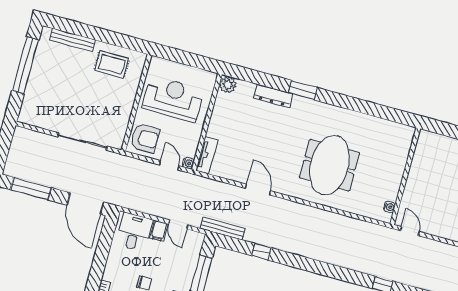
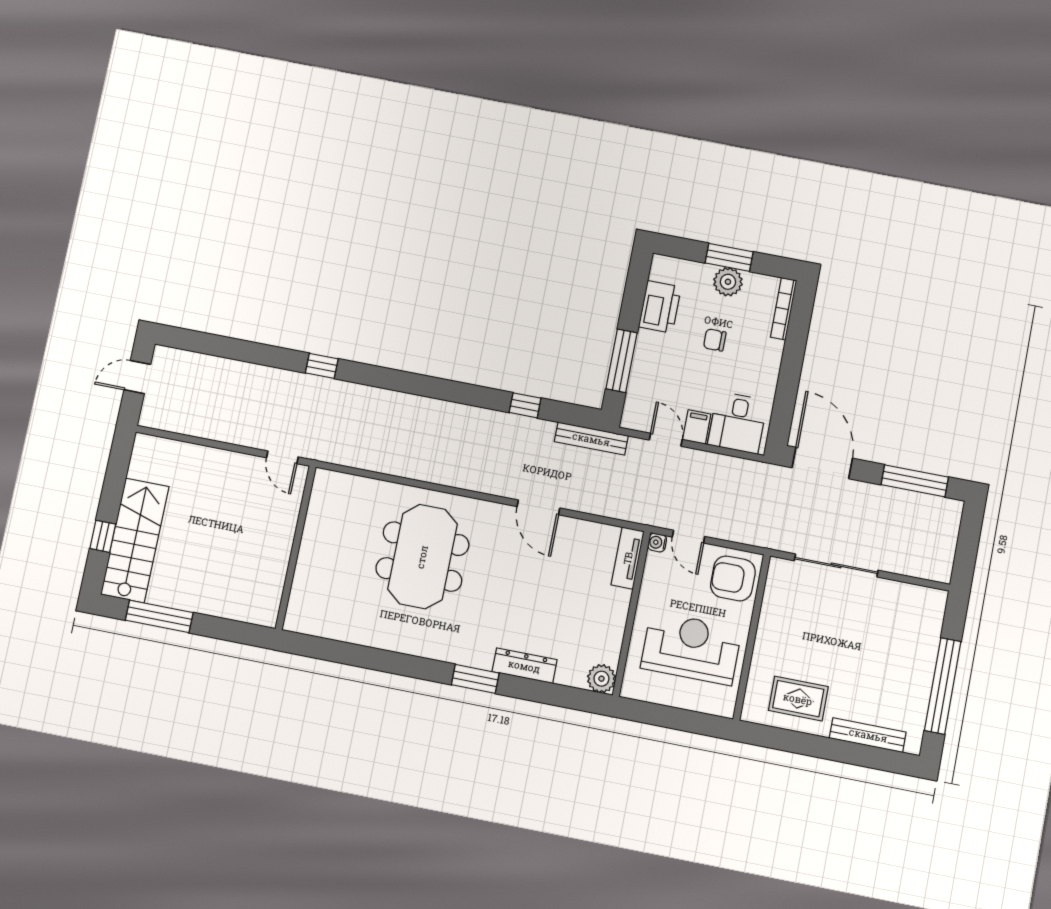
reception desk: (173, 99) -> (691, 648), turned 180
water cooler: (389, 207) -> (319, 495), removed

